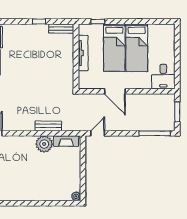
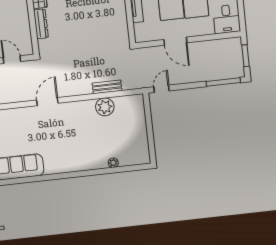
fireplace: (66, 141) -> (128, 101), removed
plant: (76, 196) -> (113, 163), moved

